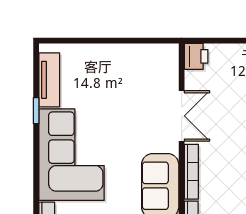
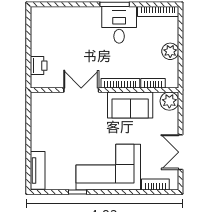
printer: (196, 56) -> (39, 66), moved, turned 90
tv unit: (49, 80) -> (38, 170), moved, turned 90

